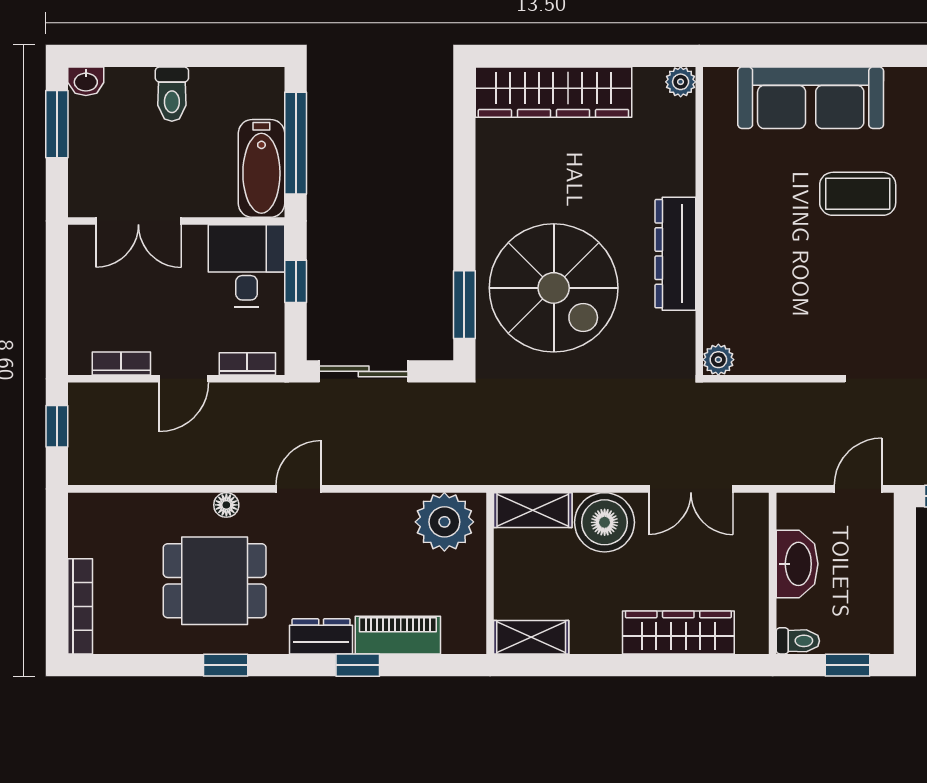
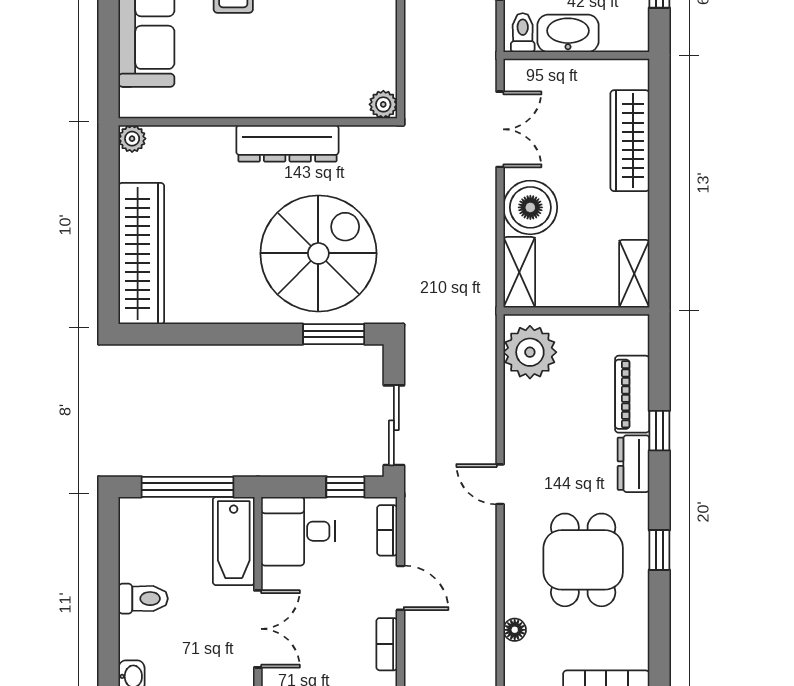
bathtub: (261, 168) -> (234, 541), moved, turned 90
window: (296, 281) -> (345, 487), moved
floor lamp: (226, 505) -> (515, 630), moved
toilet: (798, 641) -> (523, 33), moved

